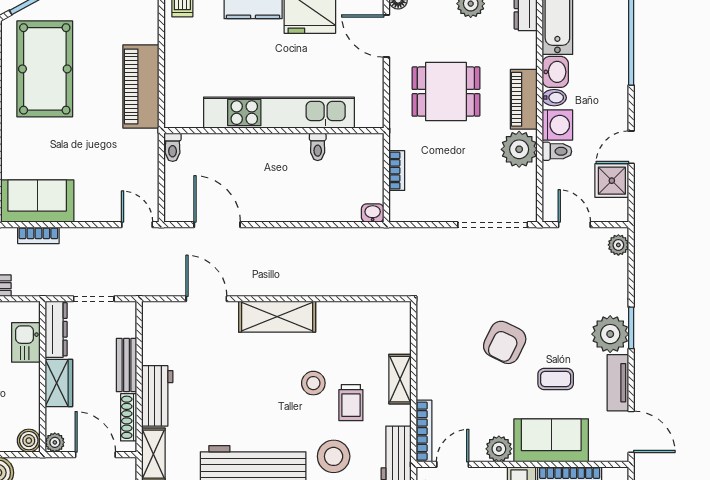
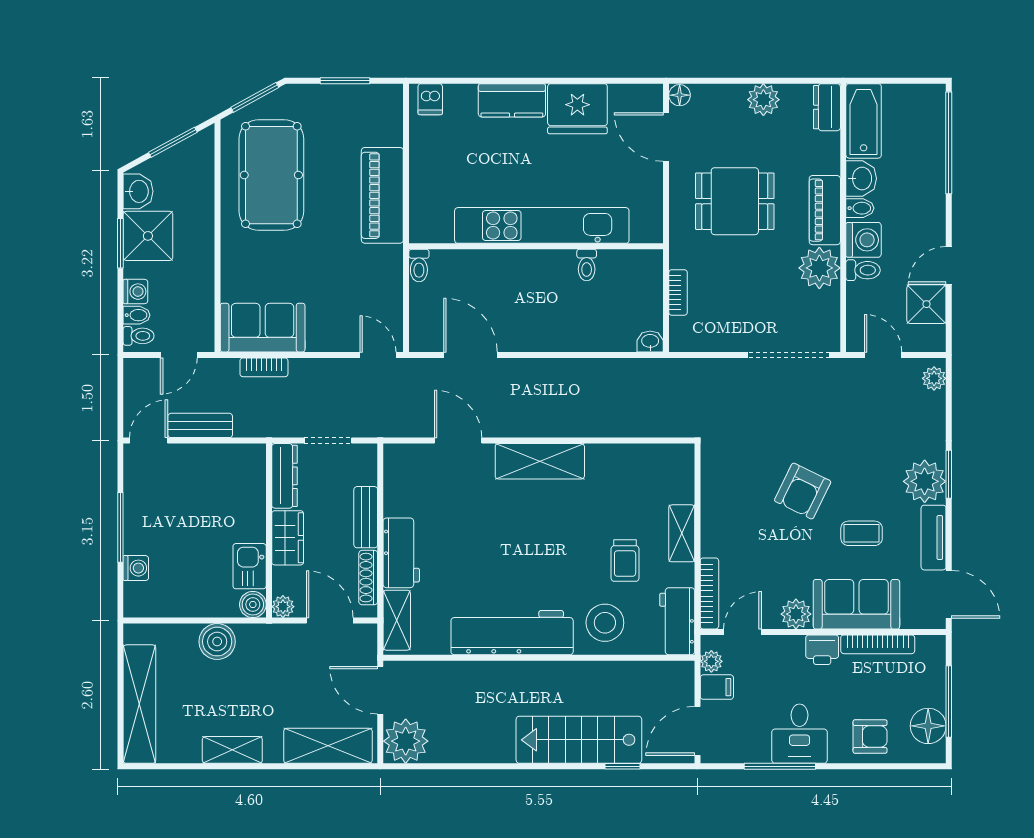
kitchen sink: (26, 342) -> (250, 566), moved
stool: (313, 383) -> (582, 538), removed

